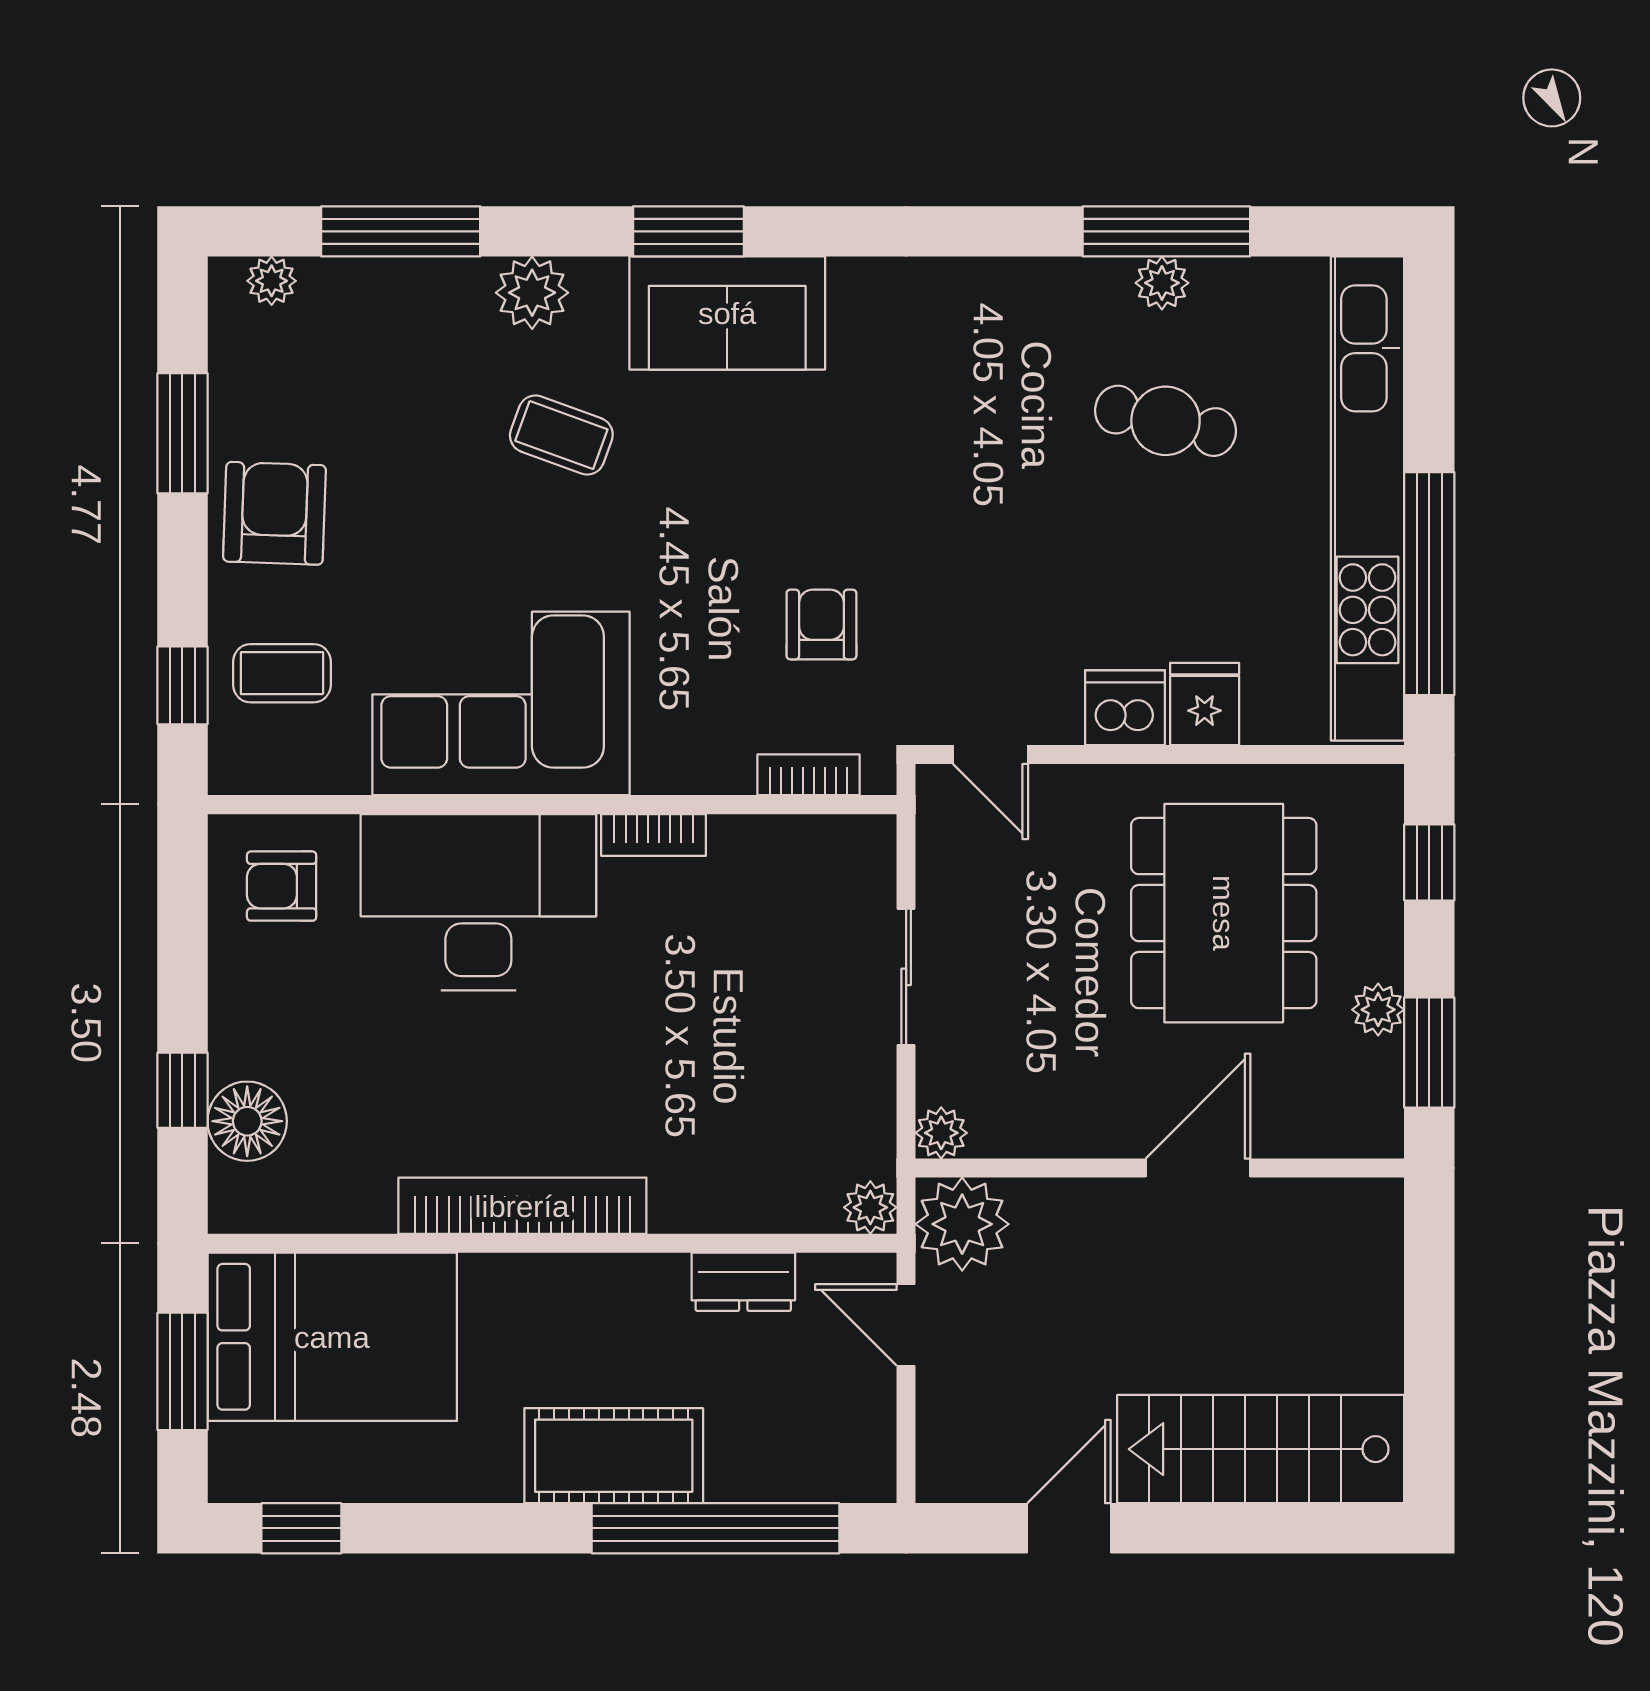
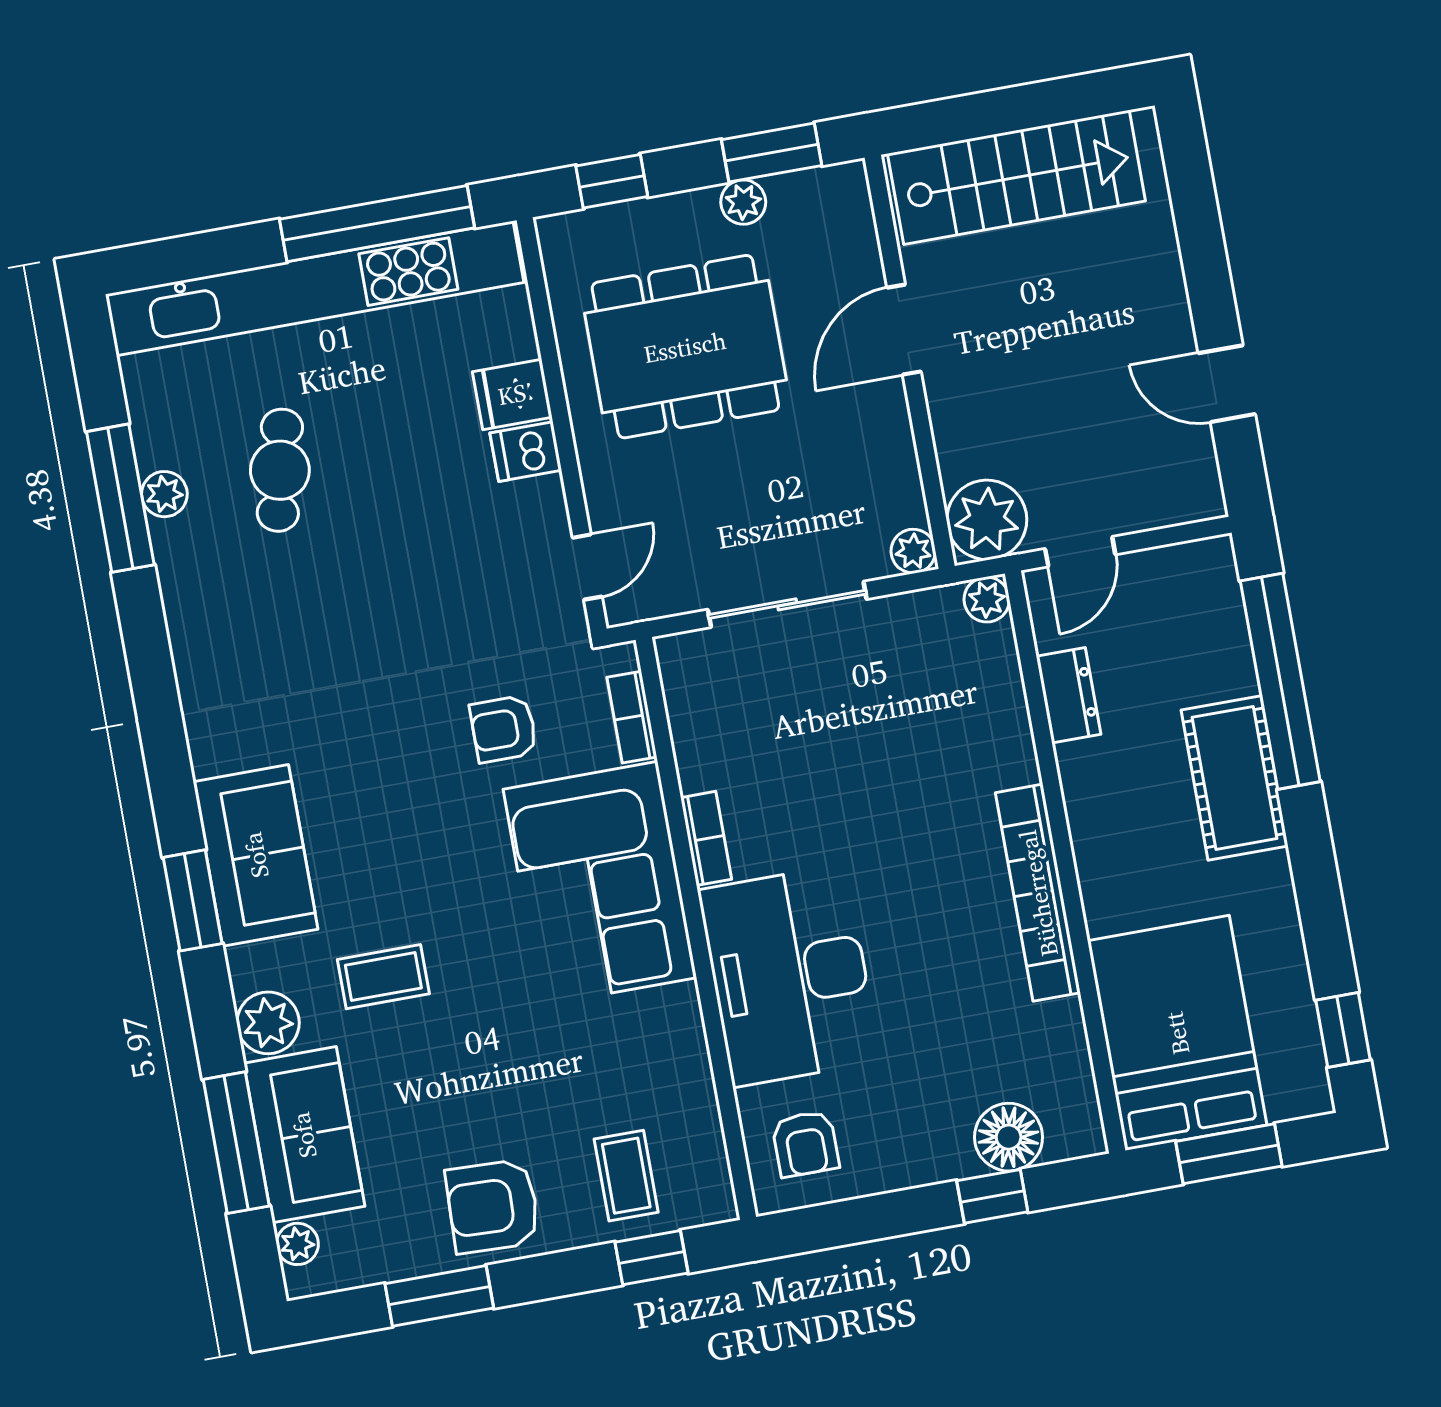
sofa: (396, 311) -> (304, 1135), added
coffee table: (561, 435) -> (383, 977), turned 70
corner sofa: (501, 703) -> (600, 883), moved
dishwasher: (1125, 708) -> (526, 452), width x0.73
sliding door: (906, 977) -> (787, 604), width x1.37
door: (1198, 1168) -> (904, 330), hinge flipped
stairs: (1261, 1449) -> (1016, 177), moved, turned -90

